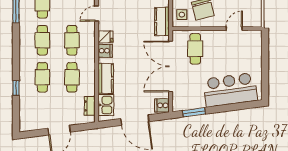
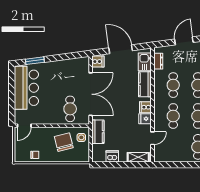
door: (234, 29) -> (24, 126), moved
bar counter: (230, 90) -> (26, 88), moved, turned -82
window: (194, 112) -> (35, 61), moved

